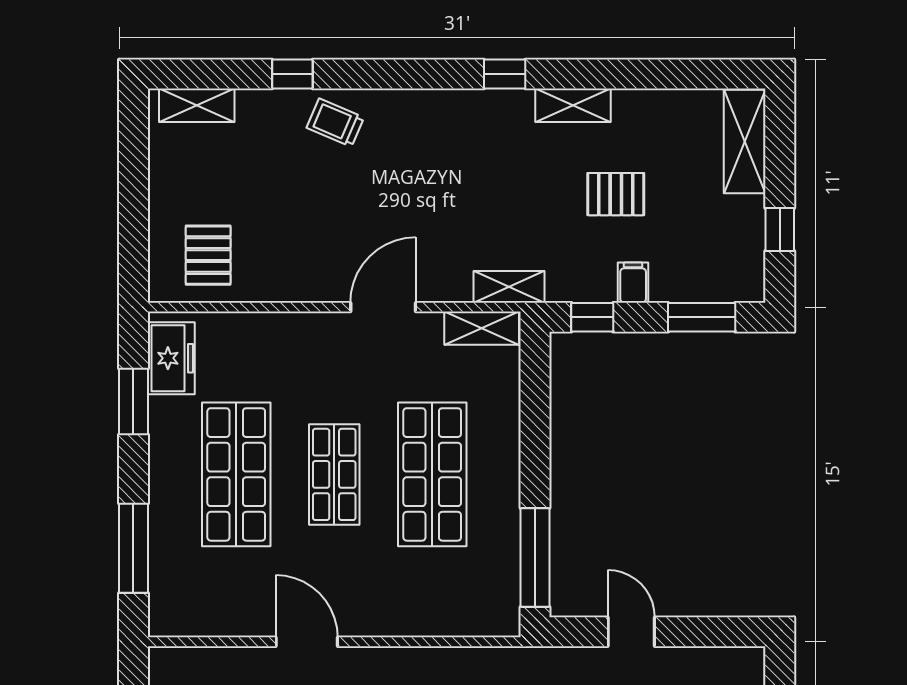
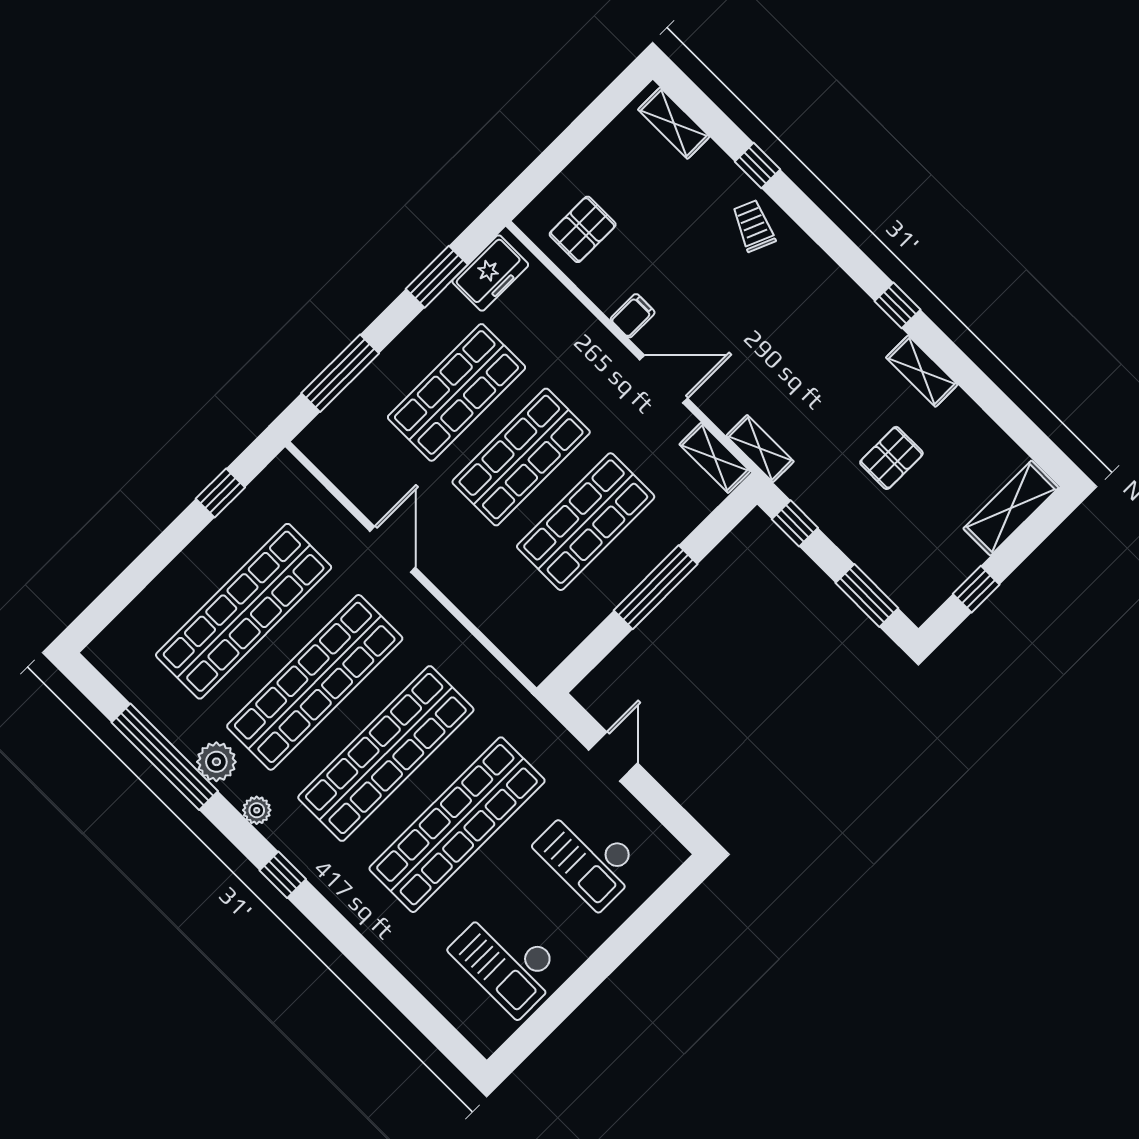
pallet: (616, 194) -> (891, 458), turned 90
filing cabinet: (633, 283) -> (633, 316), moved
shop shelf: (334, 474) -> (521, 457), width x1.43, depth x1.36
window: (535, 557) -> (656, 587), moved

